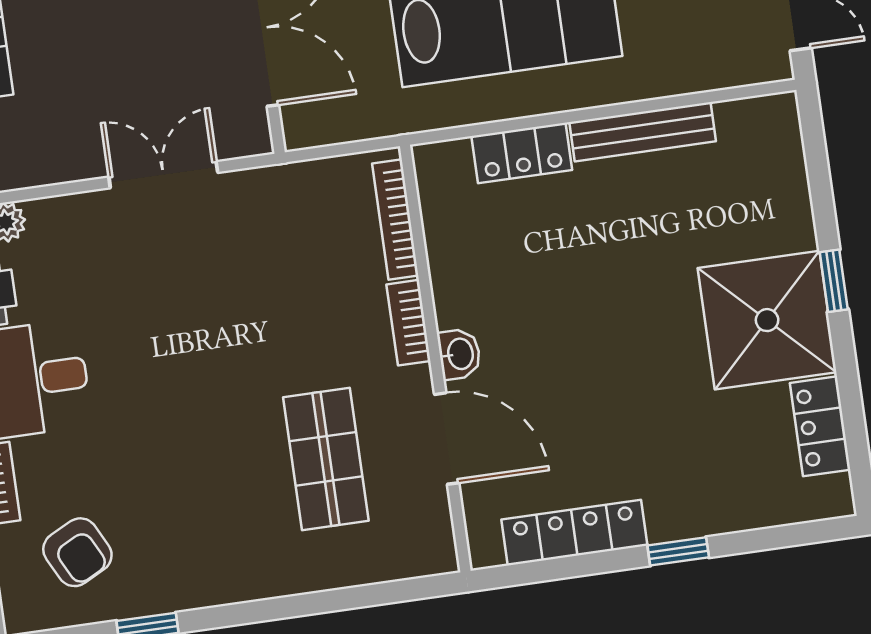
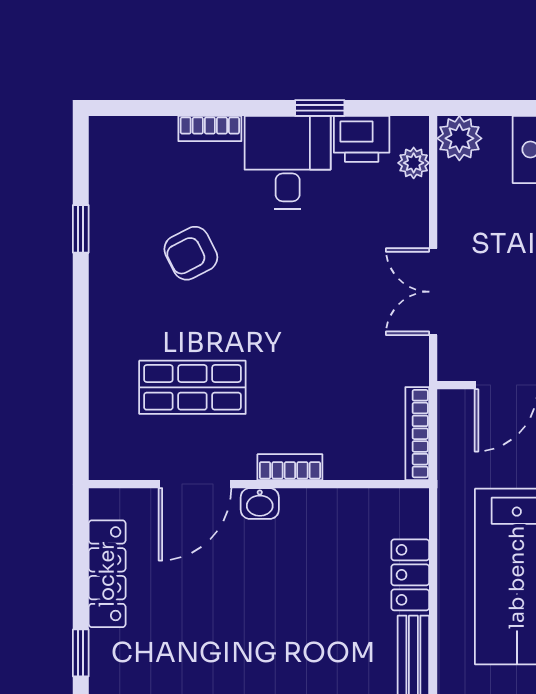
double door: (163, 175) -> (433, 292), swing flipped
bookcase: (395, 220) -> (417, 434), moved, turned -90
armchair: (77, 552) -> (191, 253), moved

